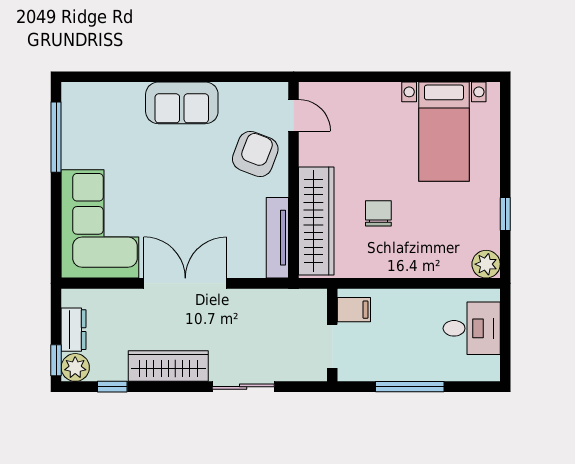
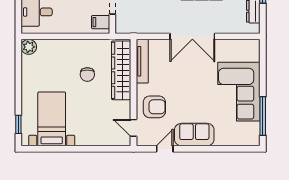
door: (236, 77) -> (165, 149), added
armchair: (255, 154) -> (154, 107), turned -111
window: (505, 214) -> (18, 124), moved
corner sofa: (100, 224) -> (239, 92), moved

